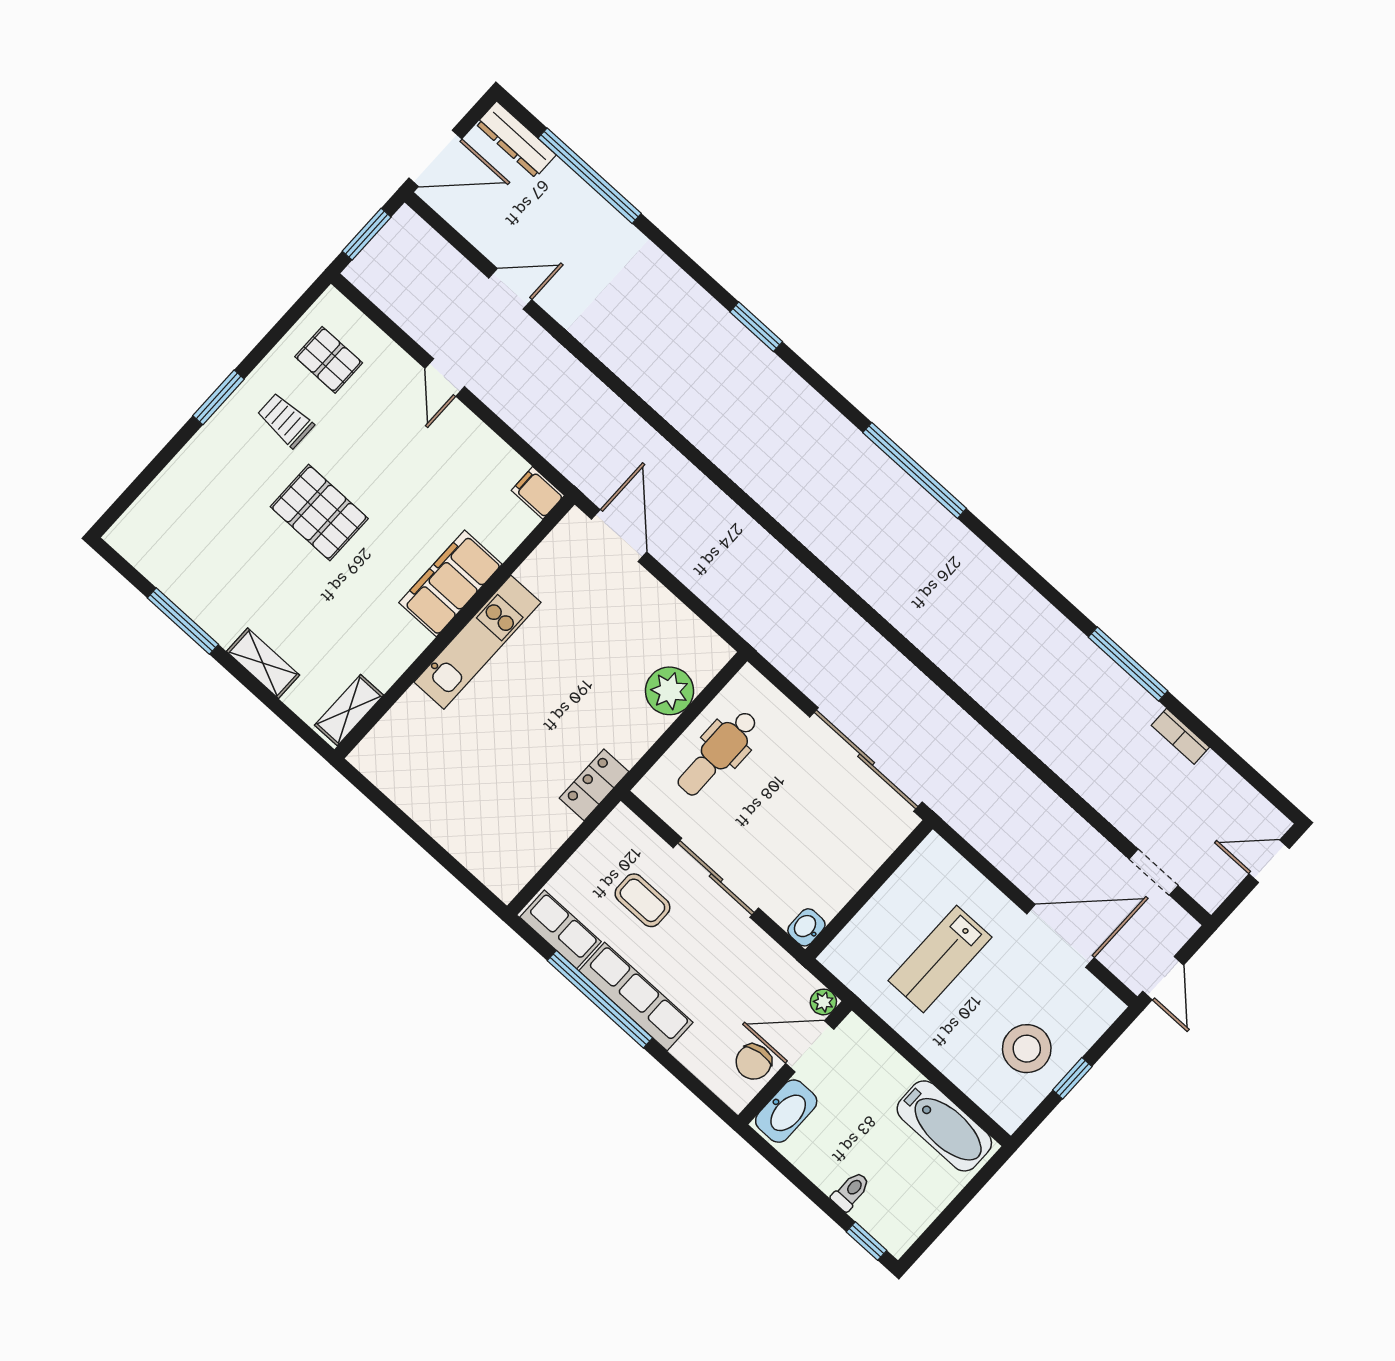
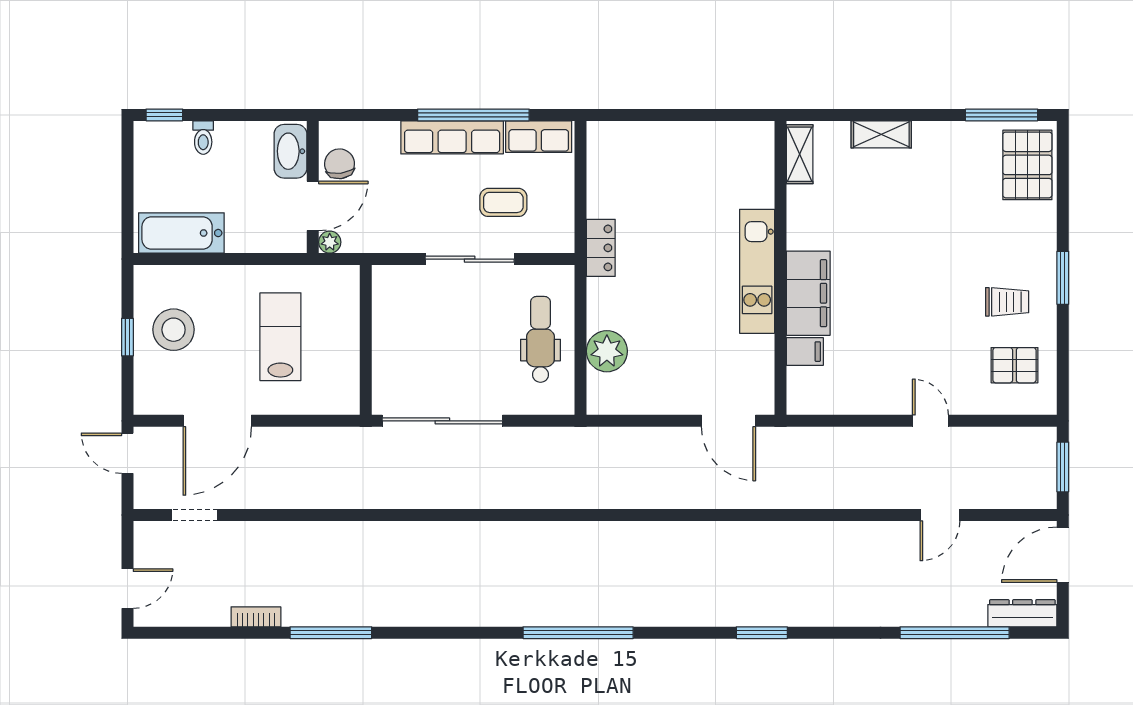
filing cabinet: (538, 493) -> (805, 352), moved
pallet: (319, 513) -> (1027, 165), moved, turned 90
window: (183, 621) -> (1002, 115), moved
washbasin: (806, 927) -> (384, 280), removed

